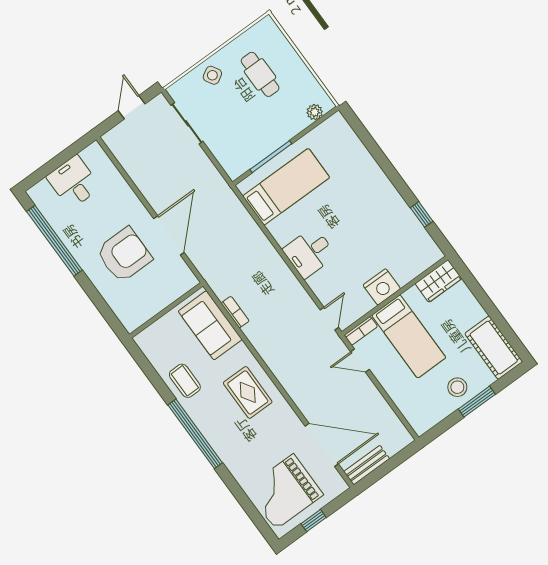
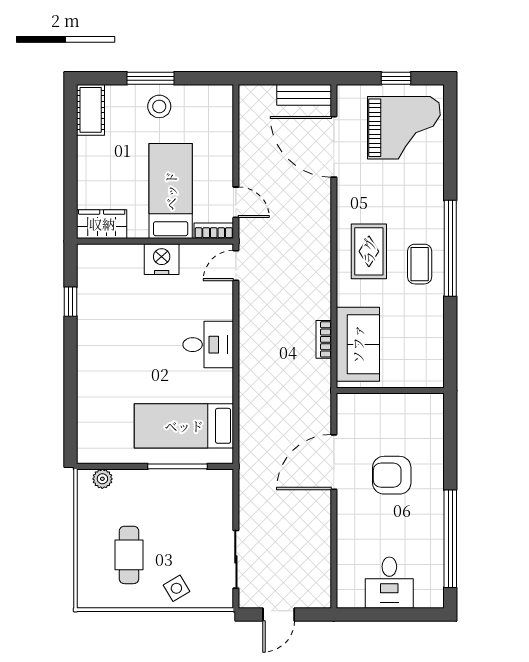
armchair: (124, 255) -> (392, 475), width x0.73, depth x0.73
cot: (494, 348) -> (91, 110), width x0.73, depth x0.75
coffee table: (185, 381) -> (420, 264), moved

